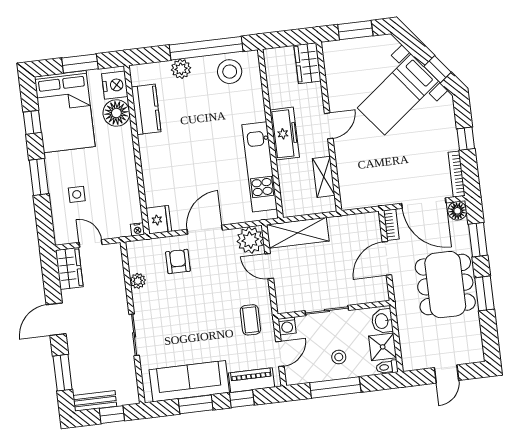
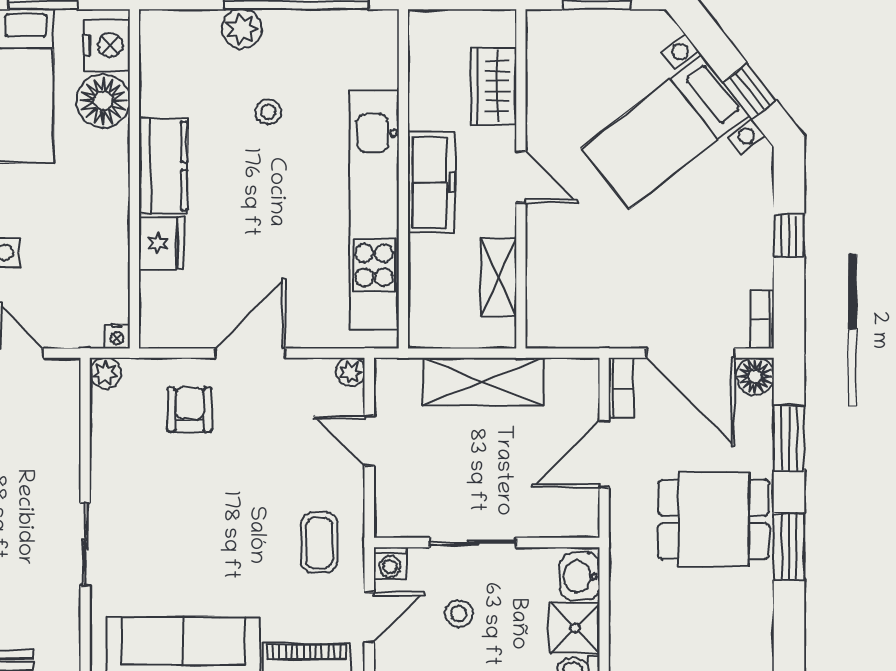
wardrobe: (308, 63) -> (494, 86), moved
stool: (230, 72) -> (268, 112), moved, width x0.53, depth x0.53
kitchen counter: (146, 109) -> (163, 166), moved
door: (329, 126) -> (521, 177), hinge flipped
kitchen unit: (260, 167) -> (374, 210), width x1.36
bookcase: (457, 174) -> (762, 320), width x0.64
fridge: (159, 220) -> (162, 243), moved
shelving: (298, 233) -> (483, 382), moved
plant: (250, 240) -> (350, 372), width x0.53, depth x0.53
plant: (138, 281) -> (105, 373), moved
dining table: (445, 285) -> (713, 519), width x0.73
stool: (339, 357) -> (459, 614), moved

